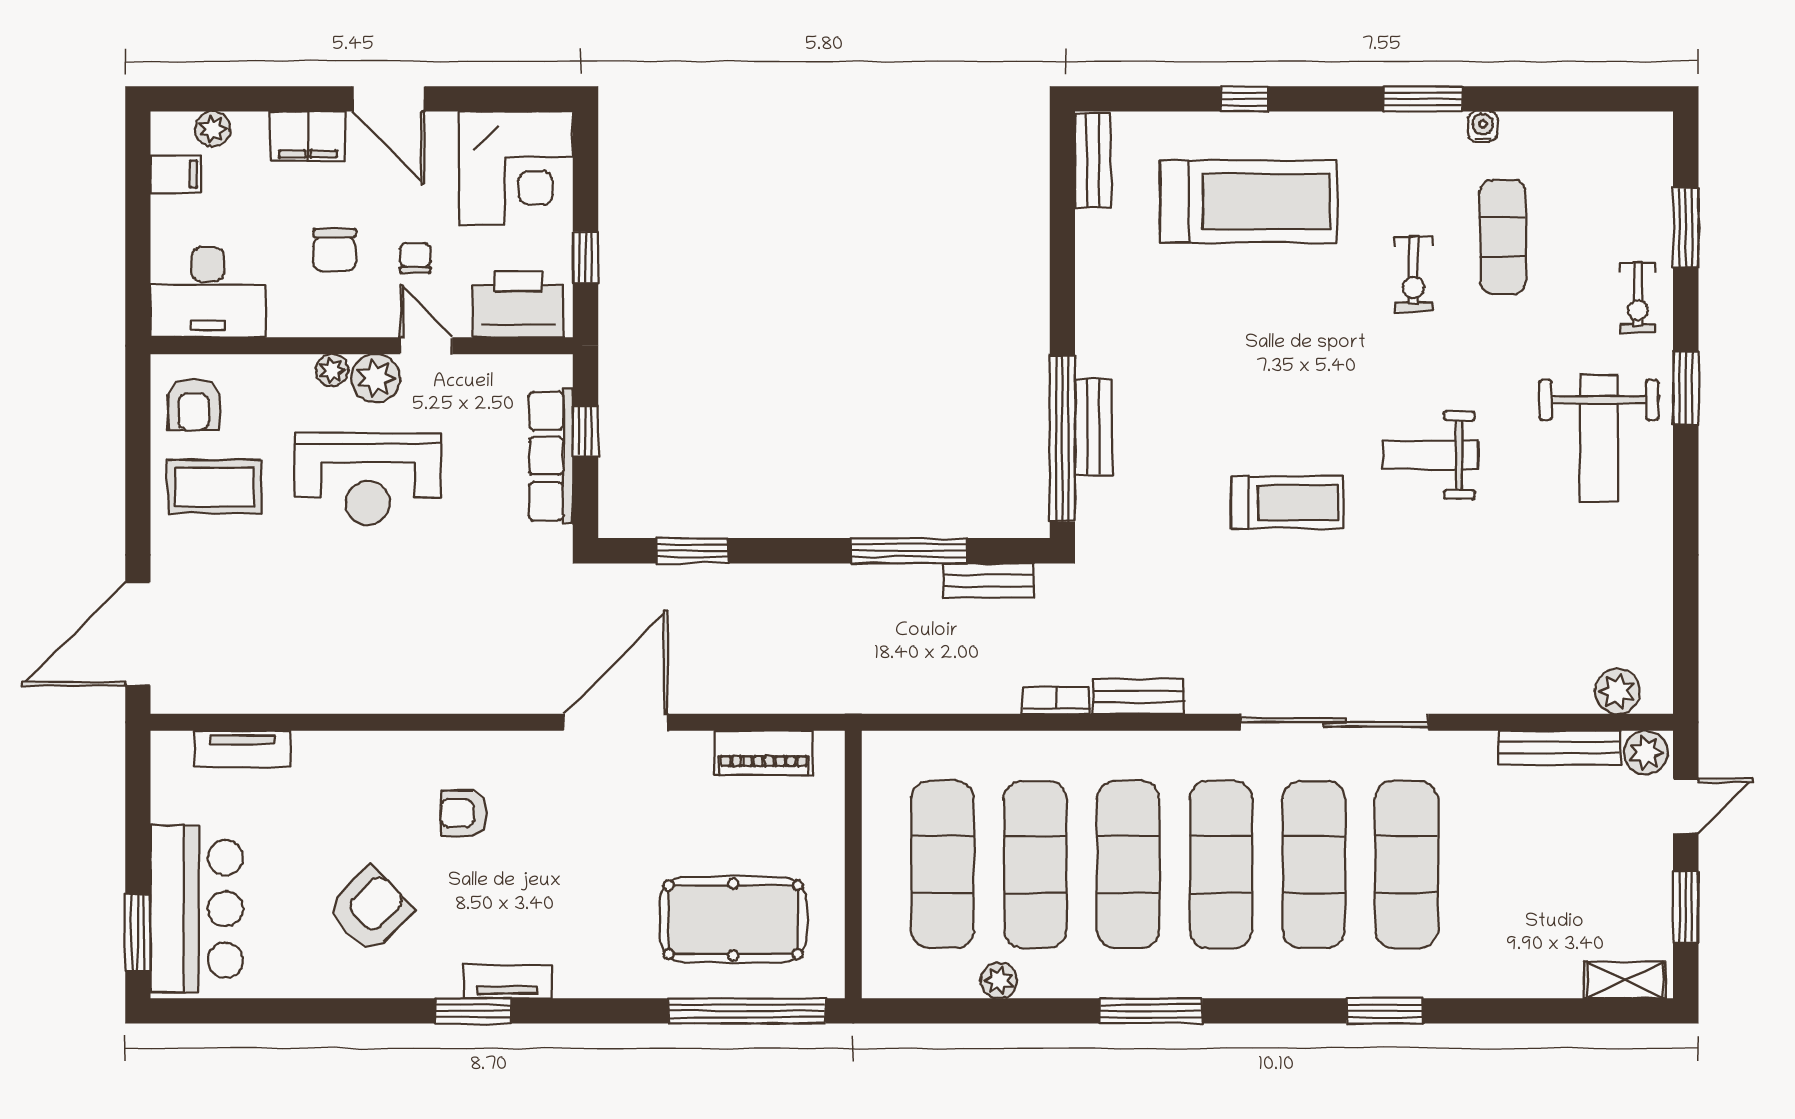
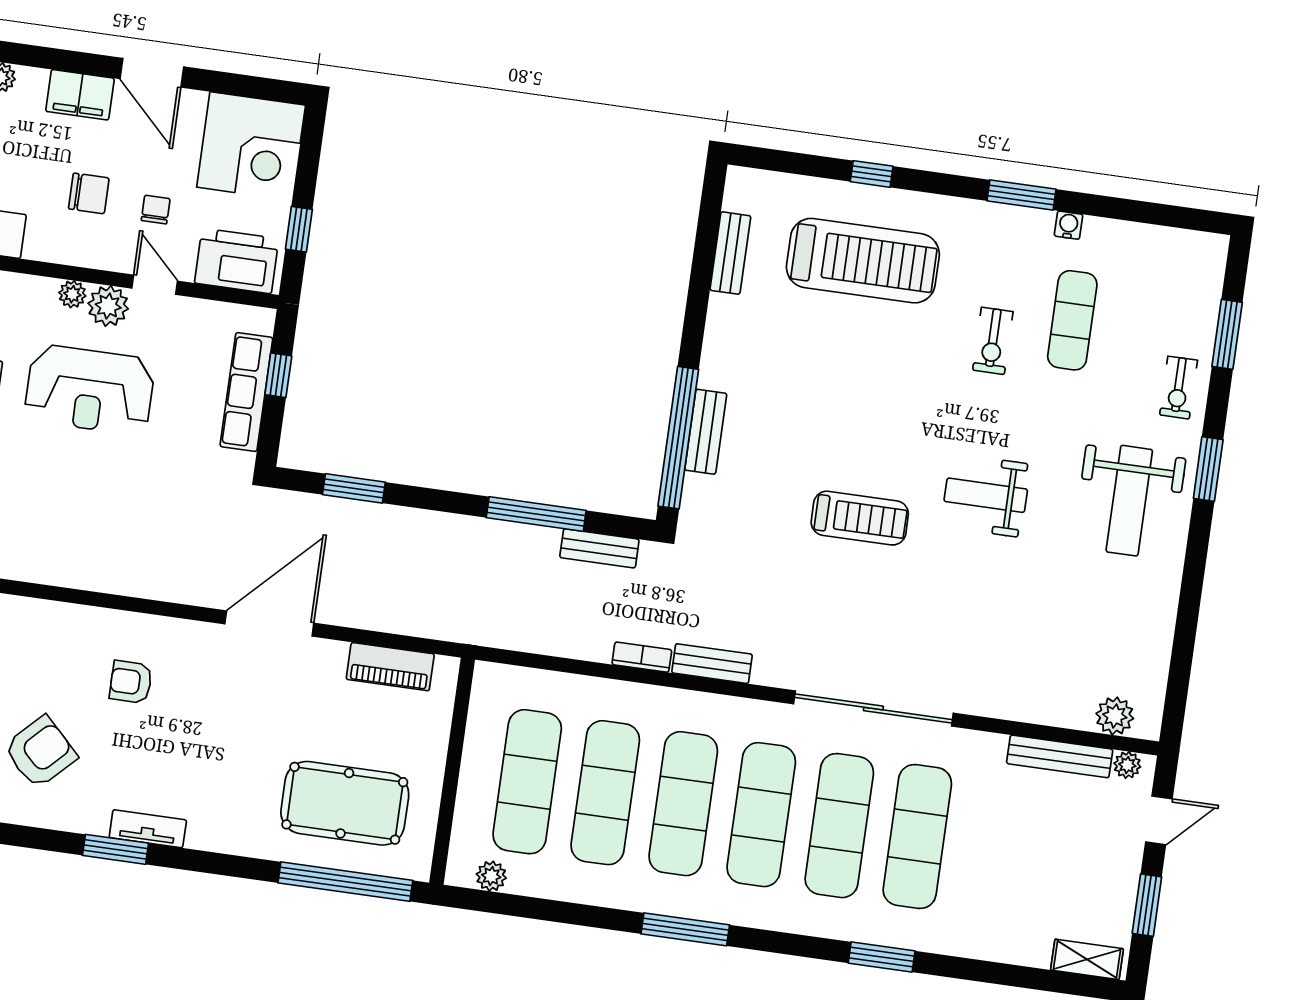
bench: (1093, 160) -> (730, 253), moved
chair: (335, 250) -> (89, 193), turned -90
plant: (1646, 753) -> (1127, 765), width x0.73, depth x0.73
plant: (999, 980) -> (491, 876), moved

